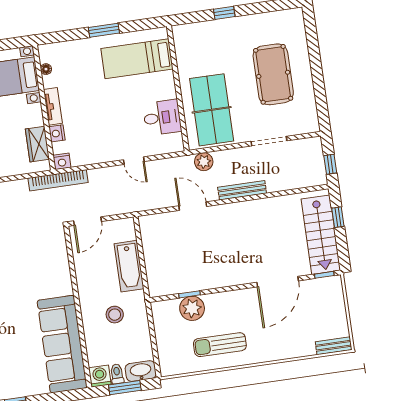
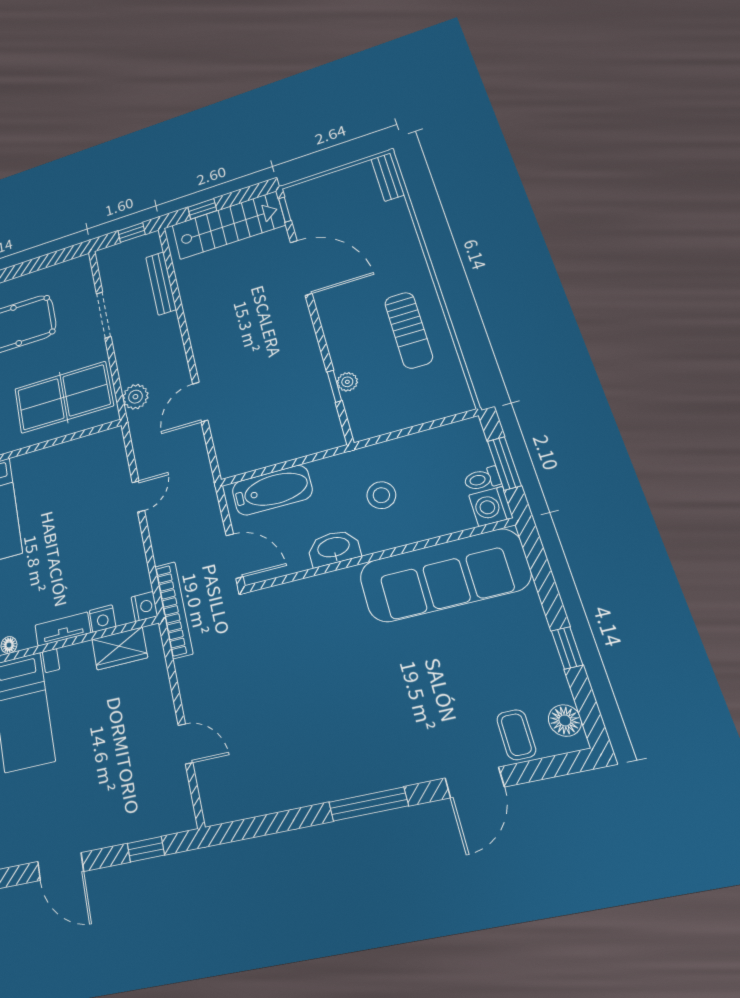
desk: (162, 117) -> (75, 464), removed
bench: (242, 190) -> (161, 283), moved
bathtub: (129, 266) -> (272, 490), moved
plant: (192, 308) -> (347, 382), width x0.53, depth x0.53
washbasin: (141, 371) -> (334, 548), moved, turned 90

